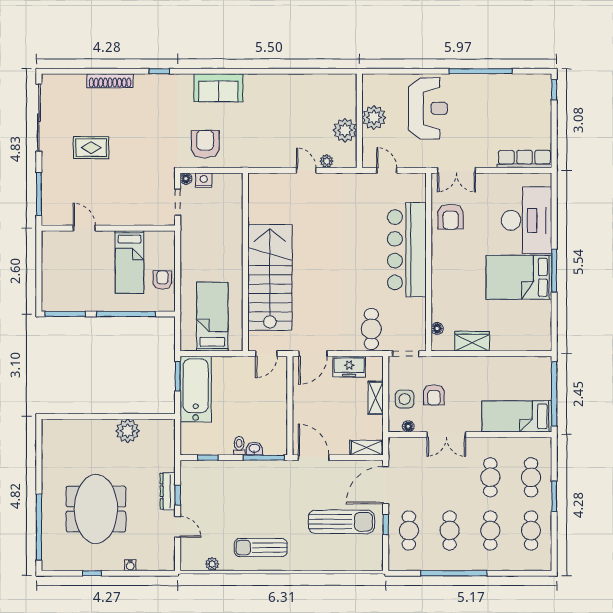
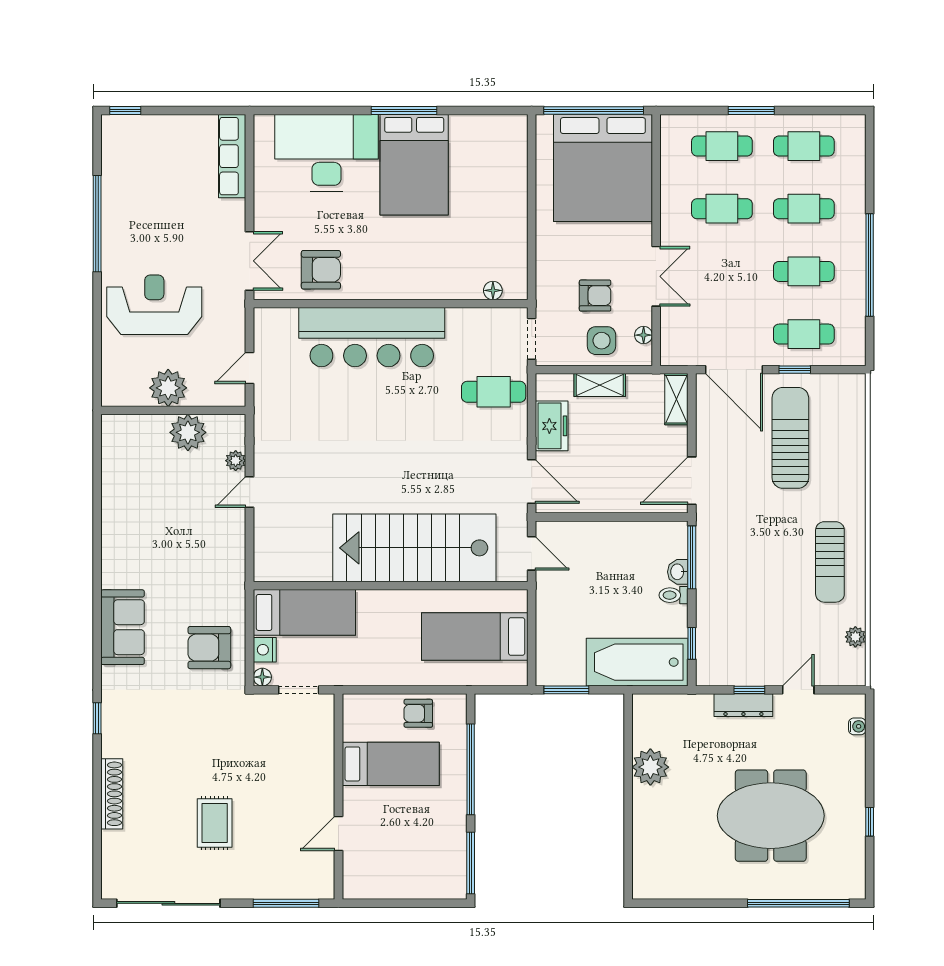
bed: (228, 206) -> (304, 612), added
wardrobe: (472, 341) -> (512, 237), removed
bathtub: (196, 389) -> (637, 662), moved
bed: (517, 416) -> (603, 168), width x2.04
water cooler: (130, 565) -> (857, 726), moved

